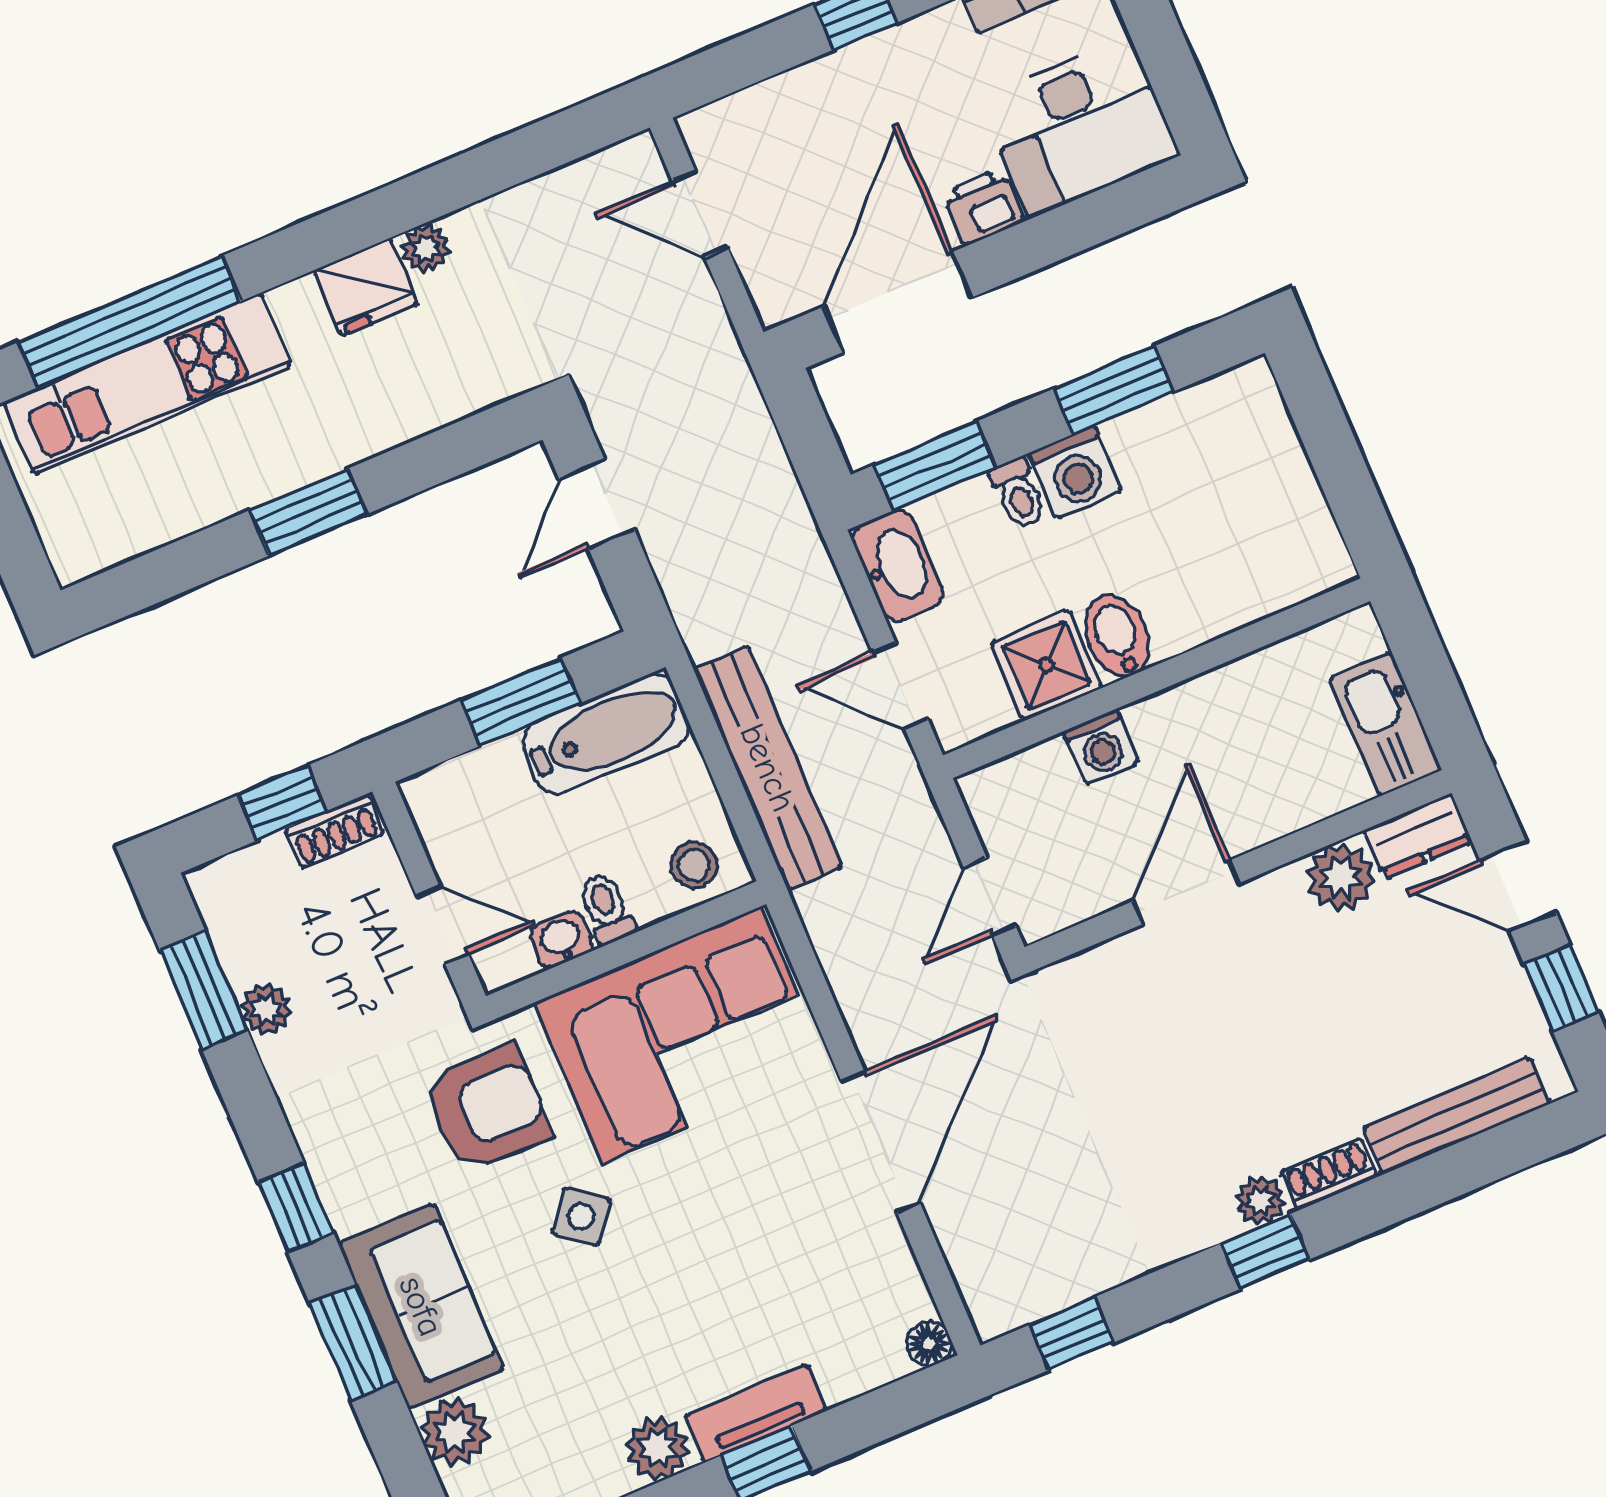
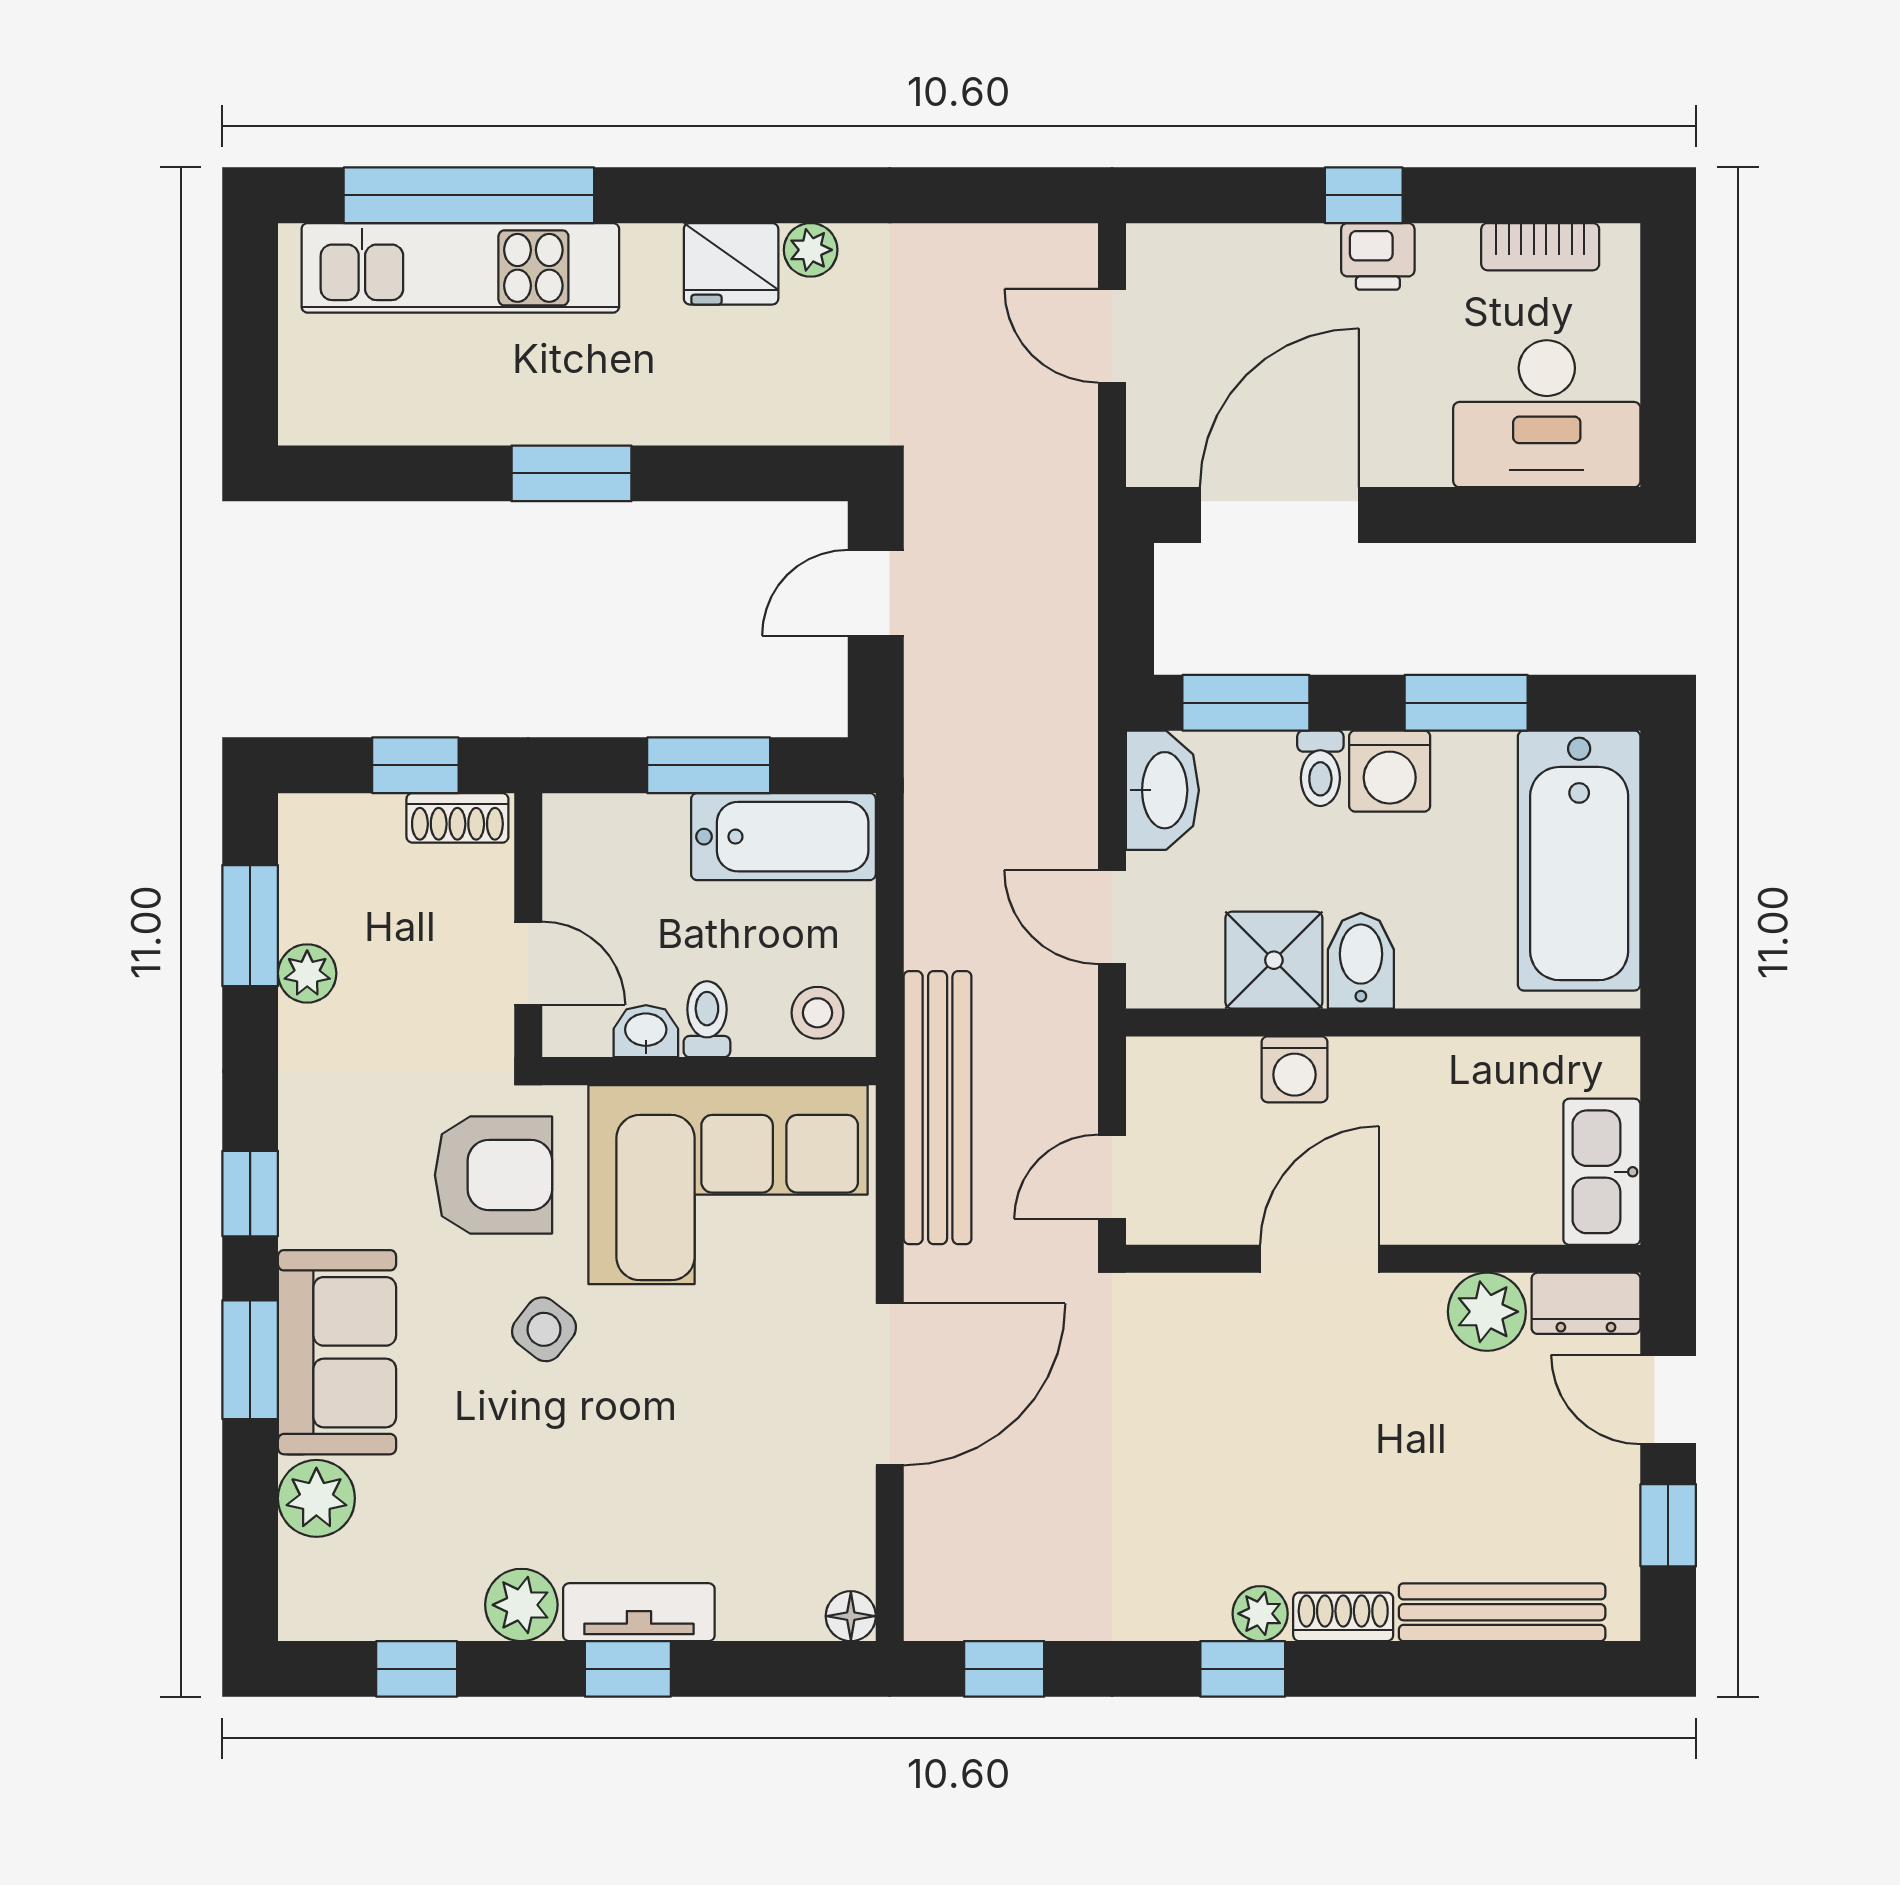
printer: (983, 207) -> (1378, 256), moved, turned 180
bathtub: (1260, 479) -> (1579, 861), added
bench: (768, 768) -> (938, 1108), moved

